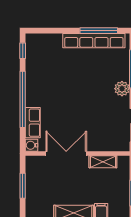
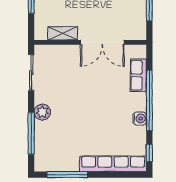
row of seats: (94, 41) -> (113, 164), moved
water cooler: (32, 145) -> (140, 119), moved

